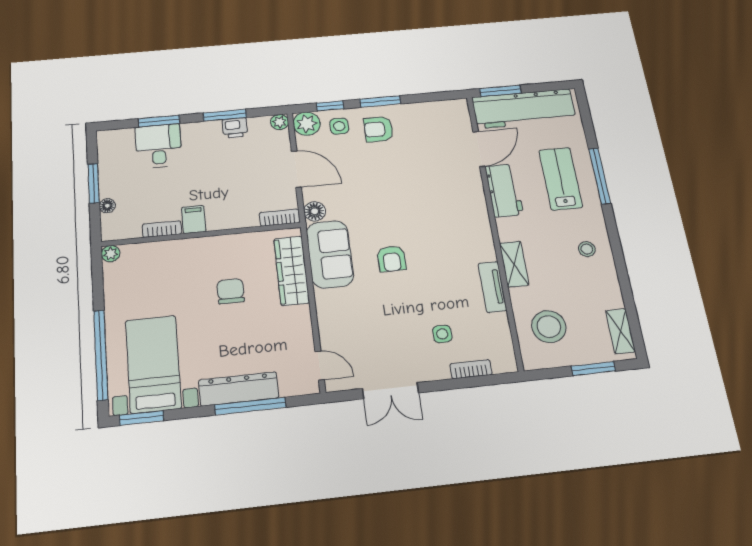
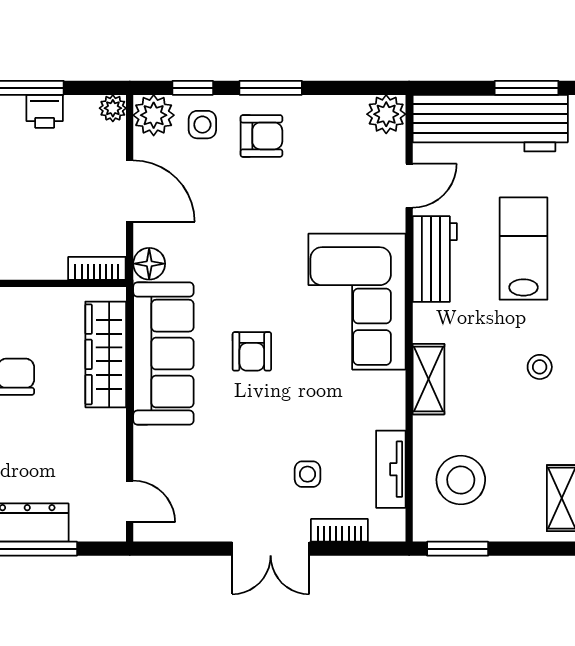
window: (500, 91) -> (527, 88), moved
plant: (457, 110) -> (386, 114), added
armchair: (378, 129) -> (261, 136), turned 180
door: (479, 149) -> (409, 186), width x0.73
corner sofa: (457, 221) -> (357, 302), added
sofa: (330, 254) -> (163, 354), width x1.36
tv unit: (492, 287) -> (391, 469), moved
window: (593, 369) -> (458, 549), moved
double door: (390, 391) -> (271, 549), moved

